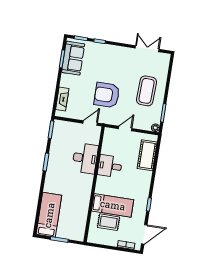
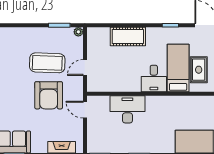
coffee table: (147, 91) -> (47, 63), moved
door: (125, 129) -> (85, 68), hinge flipped
cot: (147, 155) -> (128, 36), moved
desk: (110, 166) -> (154, 78), moved

